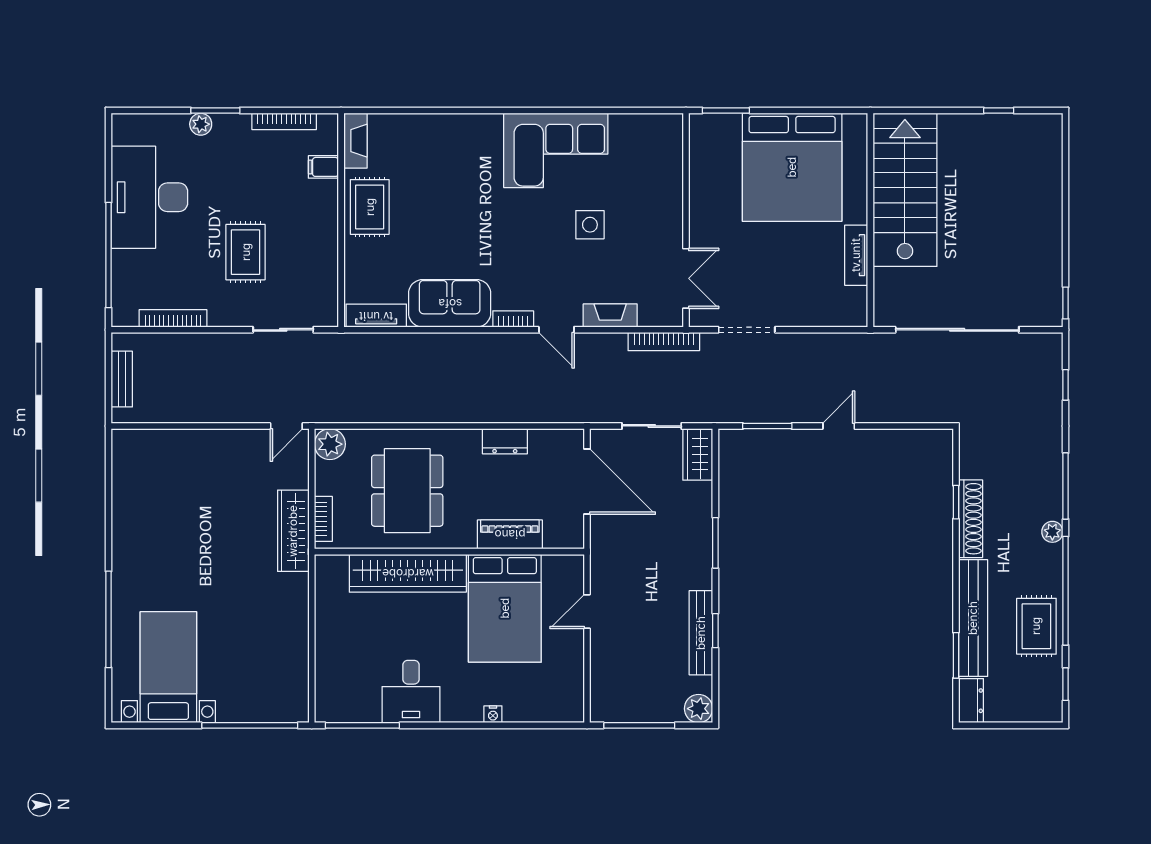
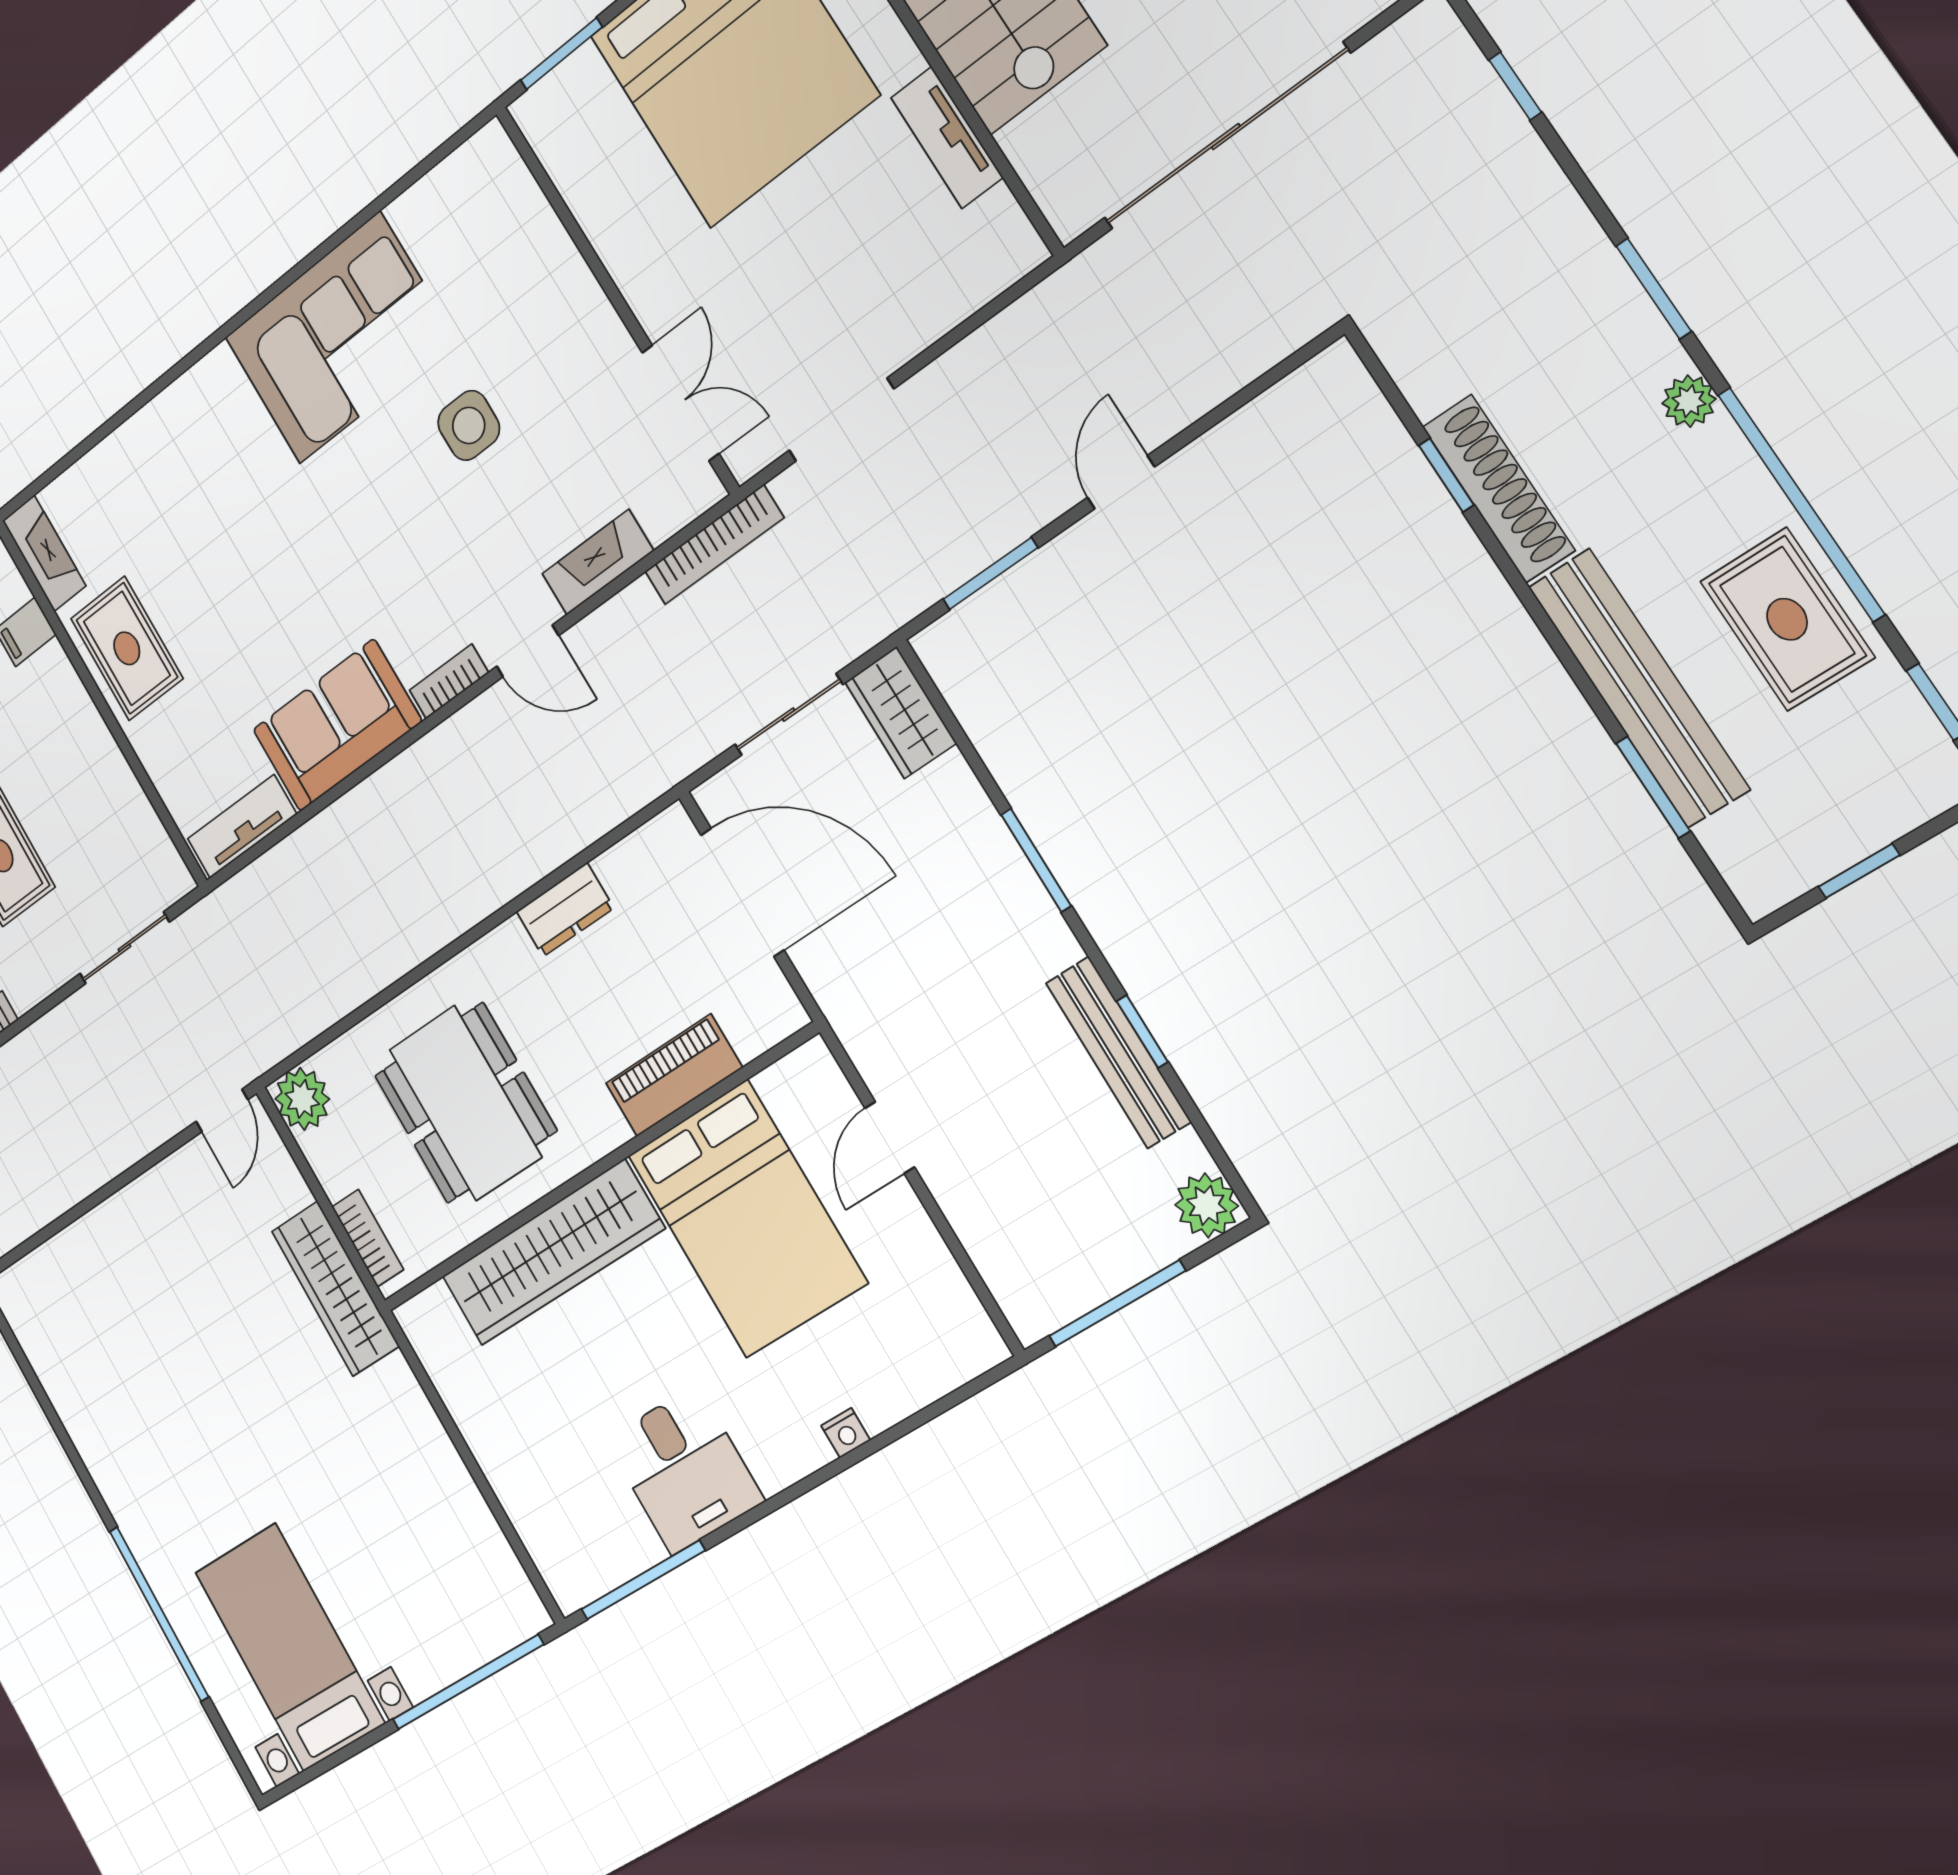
window: (1066, 486) -> (1654, 289), width x0.69
dresser: (971, 701) -> (1749, 863), removed
window: (1005, 725) -> (1859, 871), added

